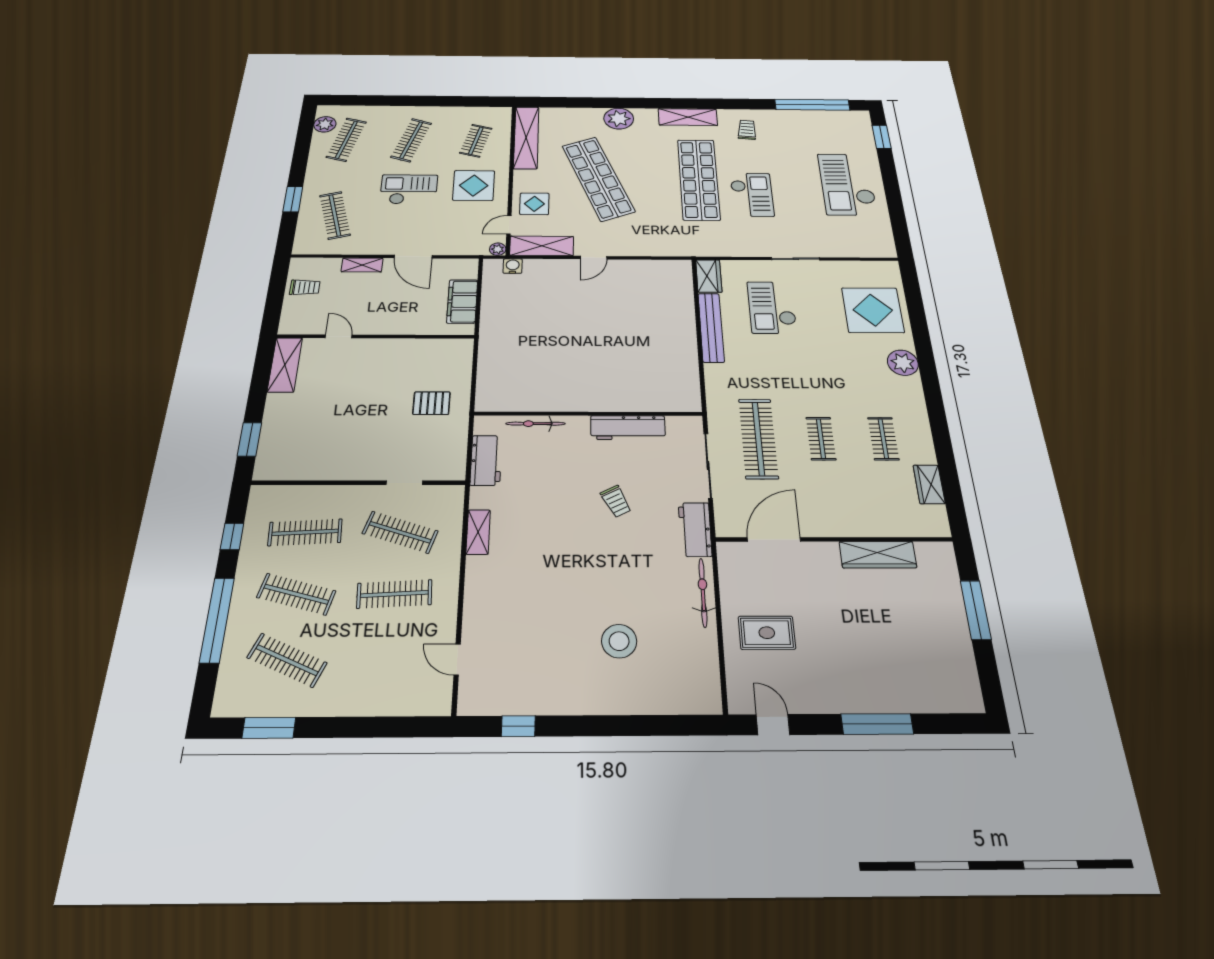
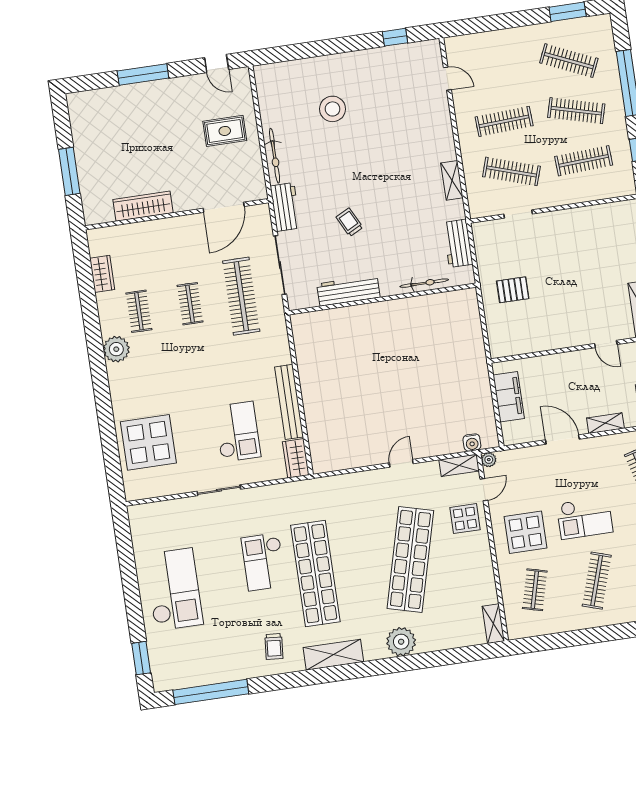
shelving: (526, 138) -> (493, 624), width x0.45, depth x0.75
shop shelf: (598, 178) -> (410, 559), turned 36
shelving: (542, 246) -> (459, 465), width x0.67, depth x0.75
plant: (903, 363) -> (116, 349), moved

